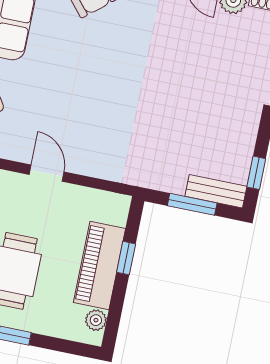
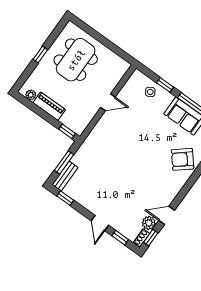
window: (126, 258) -> (67, 131), moved
piano: (100, 265) -> (49, 106), width x0.73, depth x0.75

